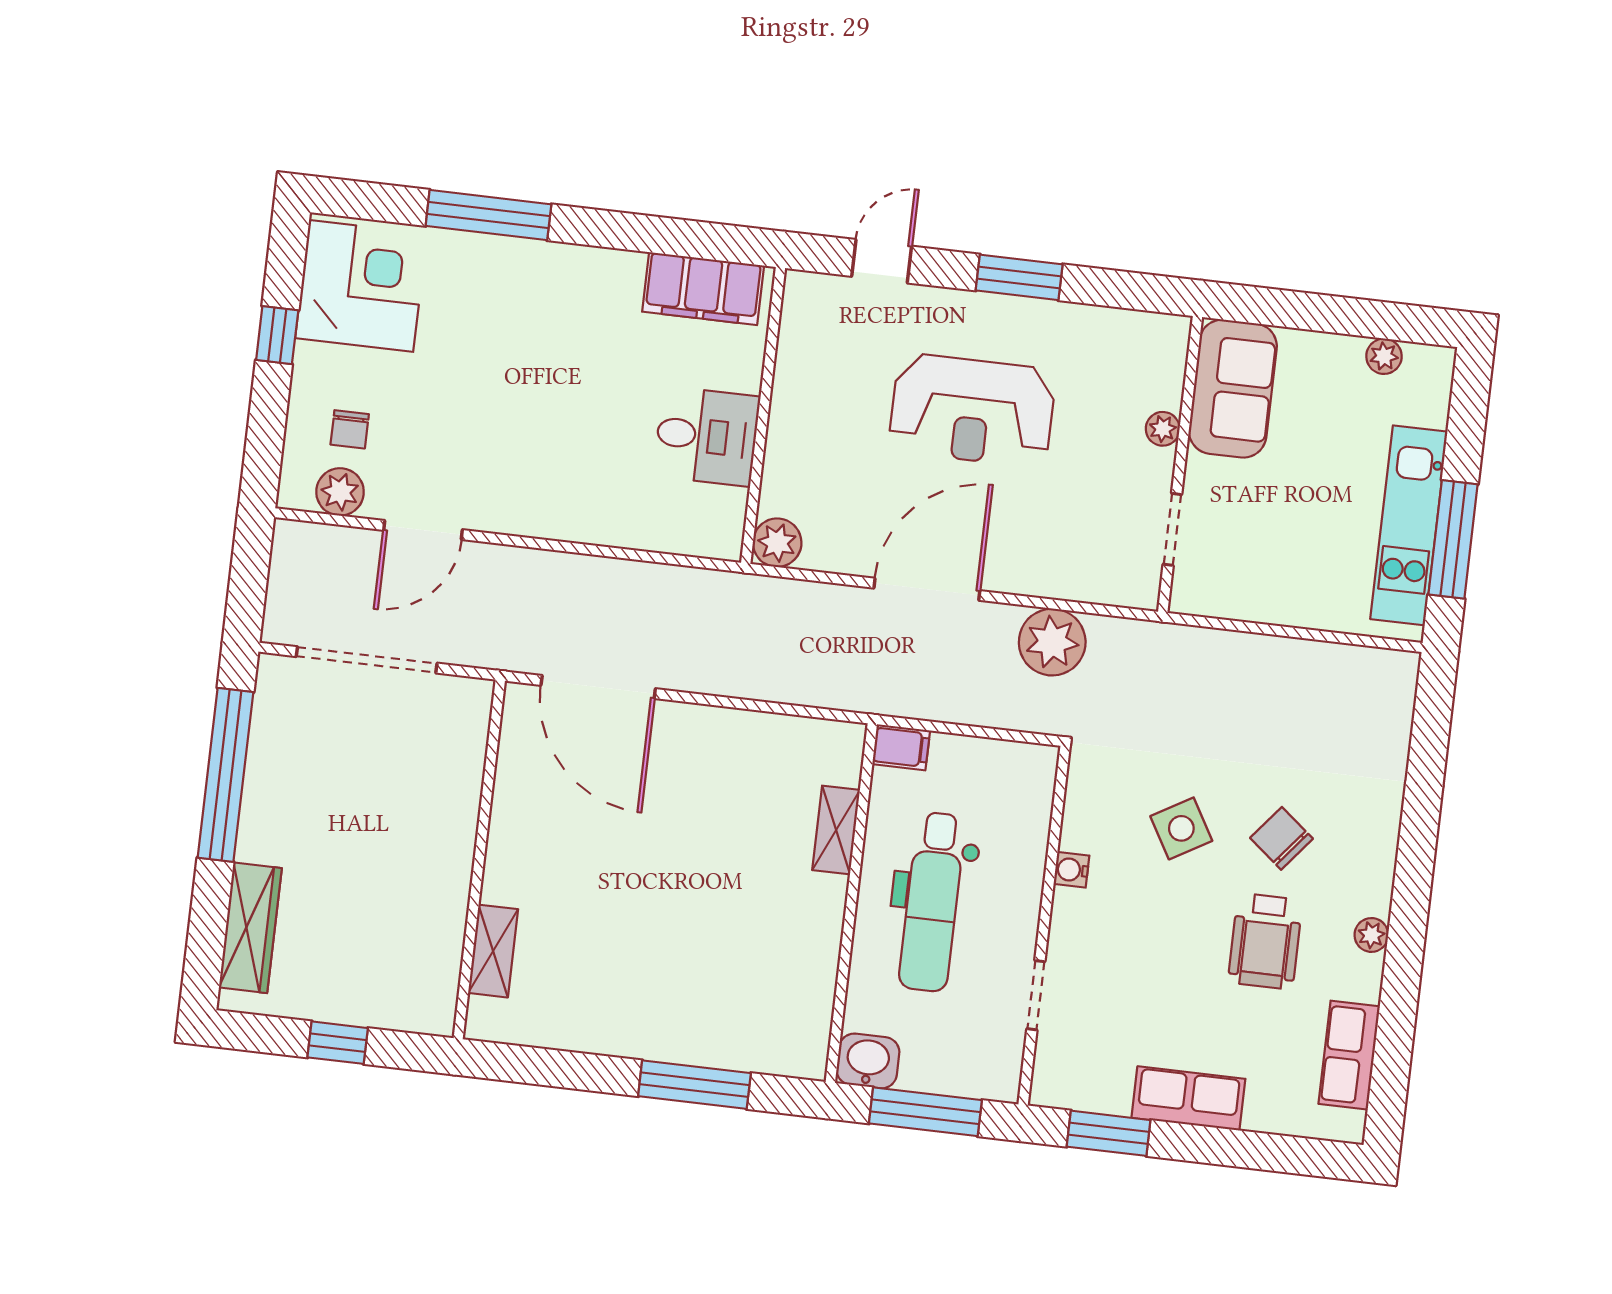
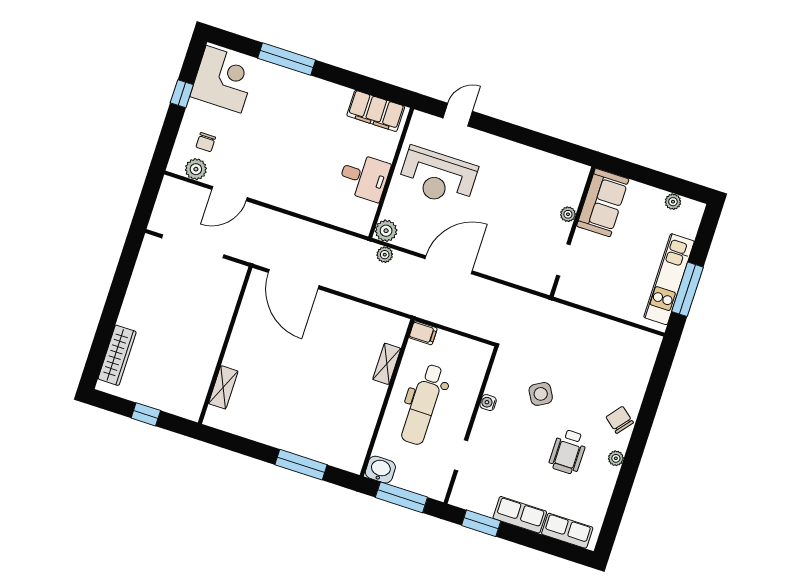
window: (1019, 277) -> (517, 134), removed
reception desk: (972, 410) -> (438, 177), moved
plant: (1052, 642) -> (385, 255), moved, width x0.53, depth x0.53
window: (226, 775) -> (120, 285), removed
chair: (1281, 838) -> (620, 420), moved
row of seats: (1349, 1055) -> (567, 531), moved, turned 90

